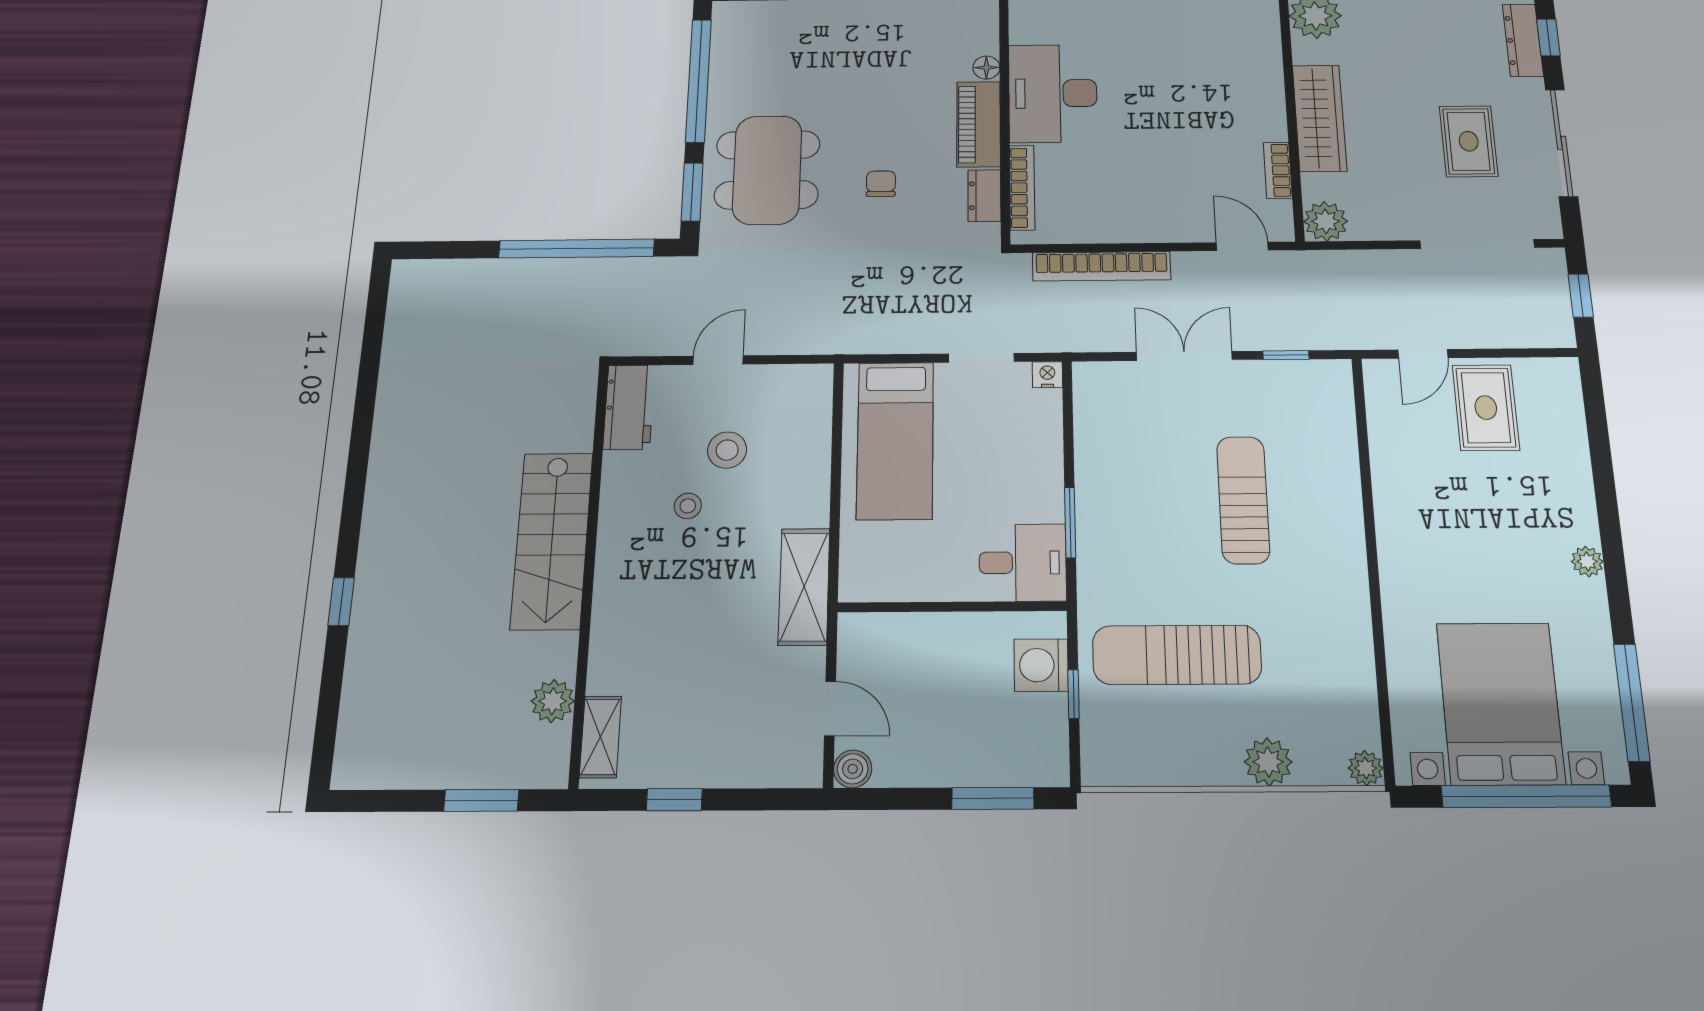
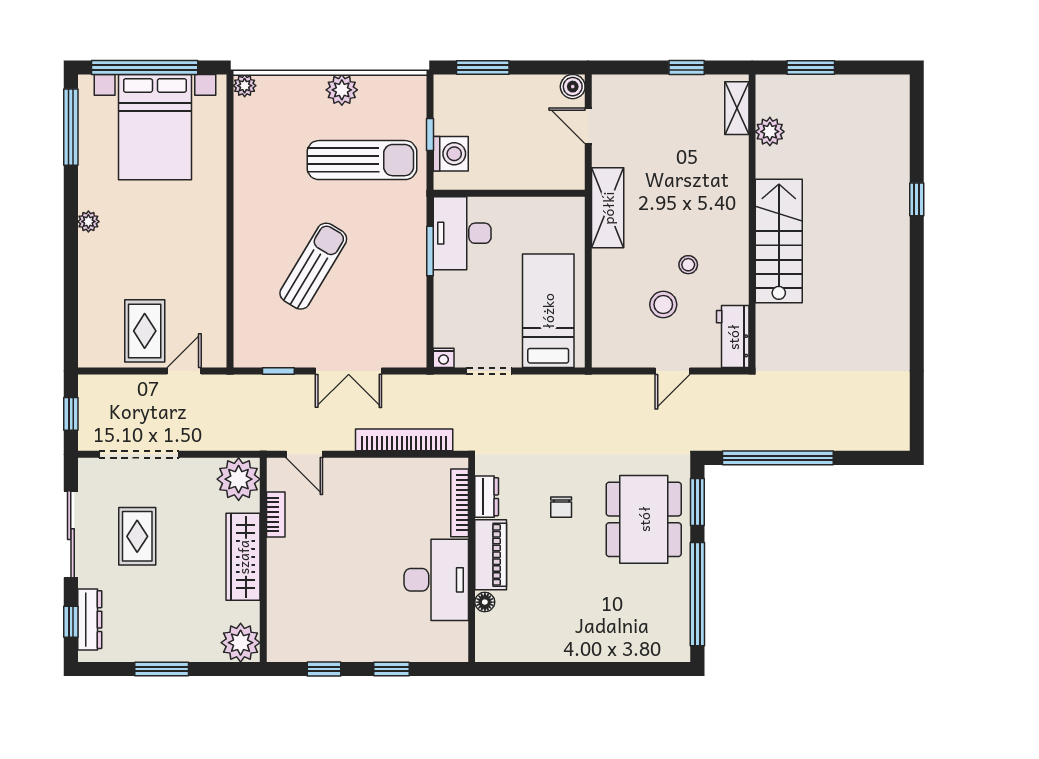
plant: (1326, 221) -> (239, 479), width x1.36, depth x1.36
sun lounger: (1243, 500) -> (313, 266), turned -149
desk: (1023, 563) -> (462, 233), width x1.37
plant: (1268, 762) -> (342, 90), moved

